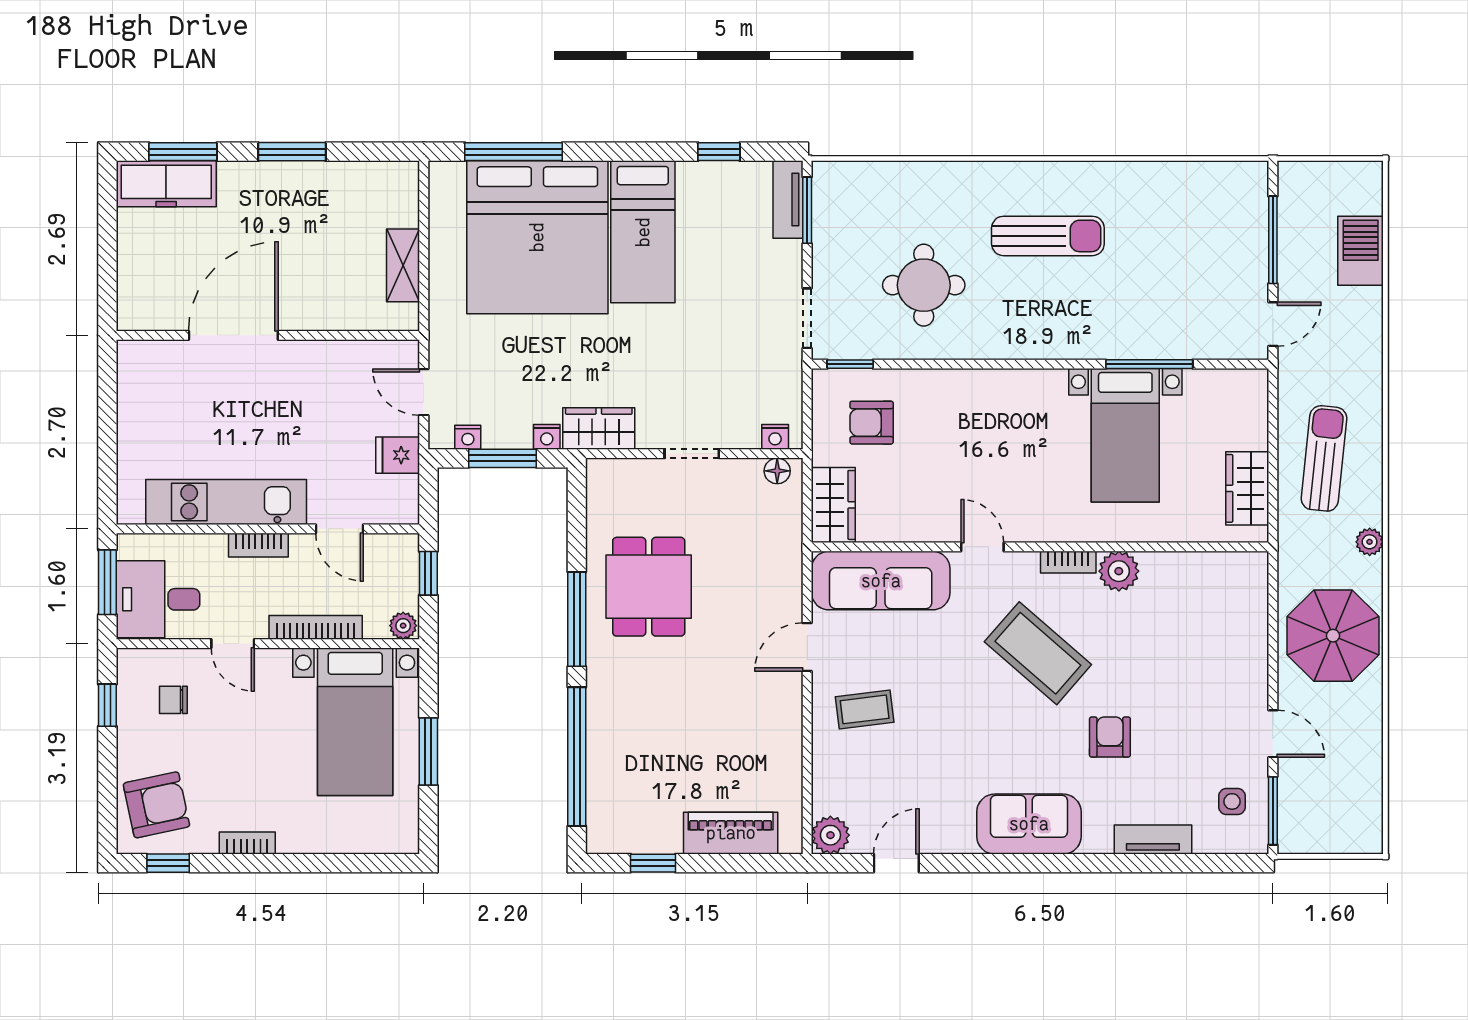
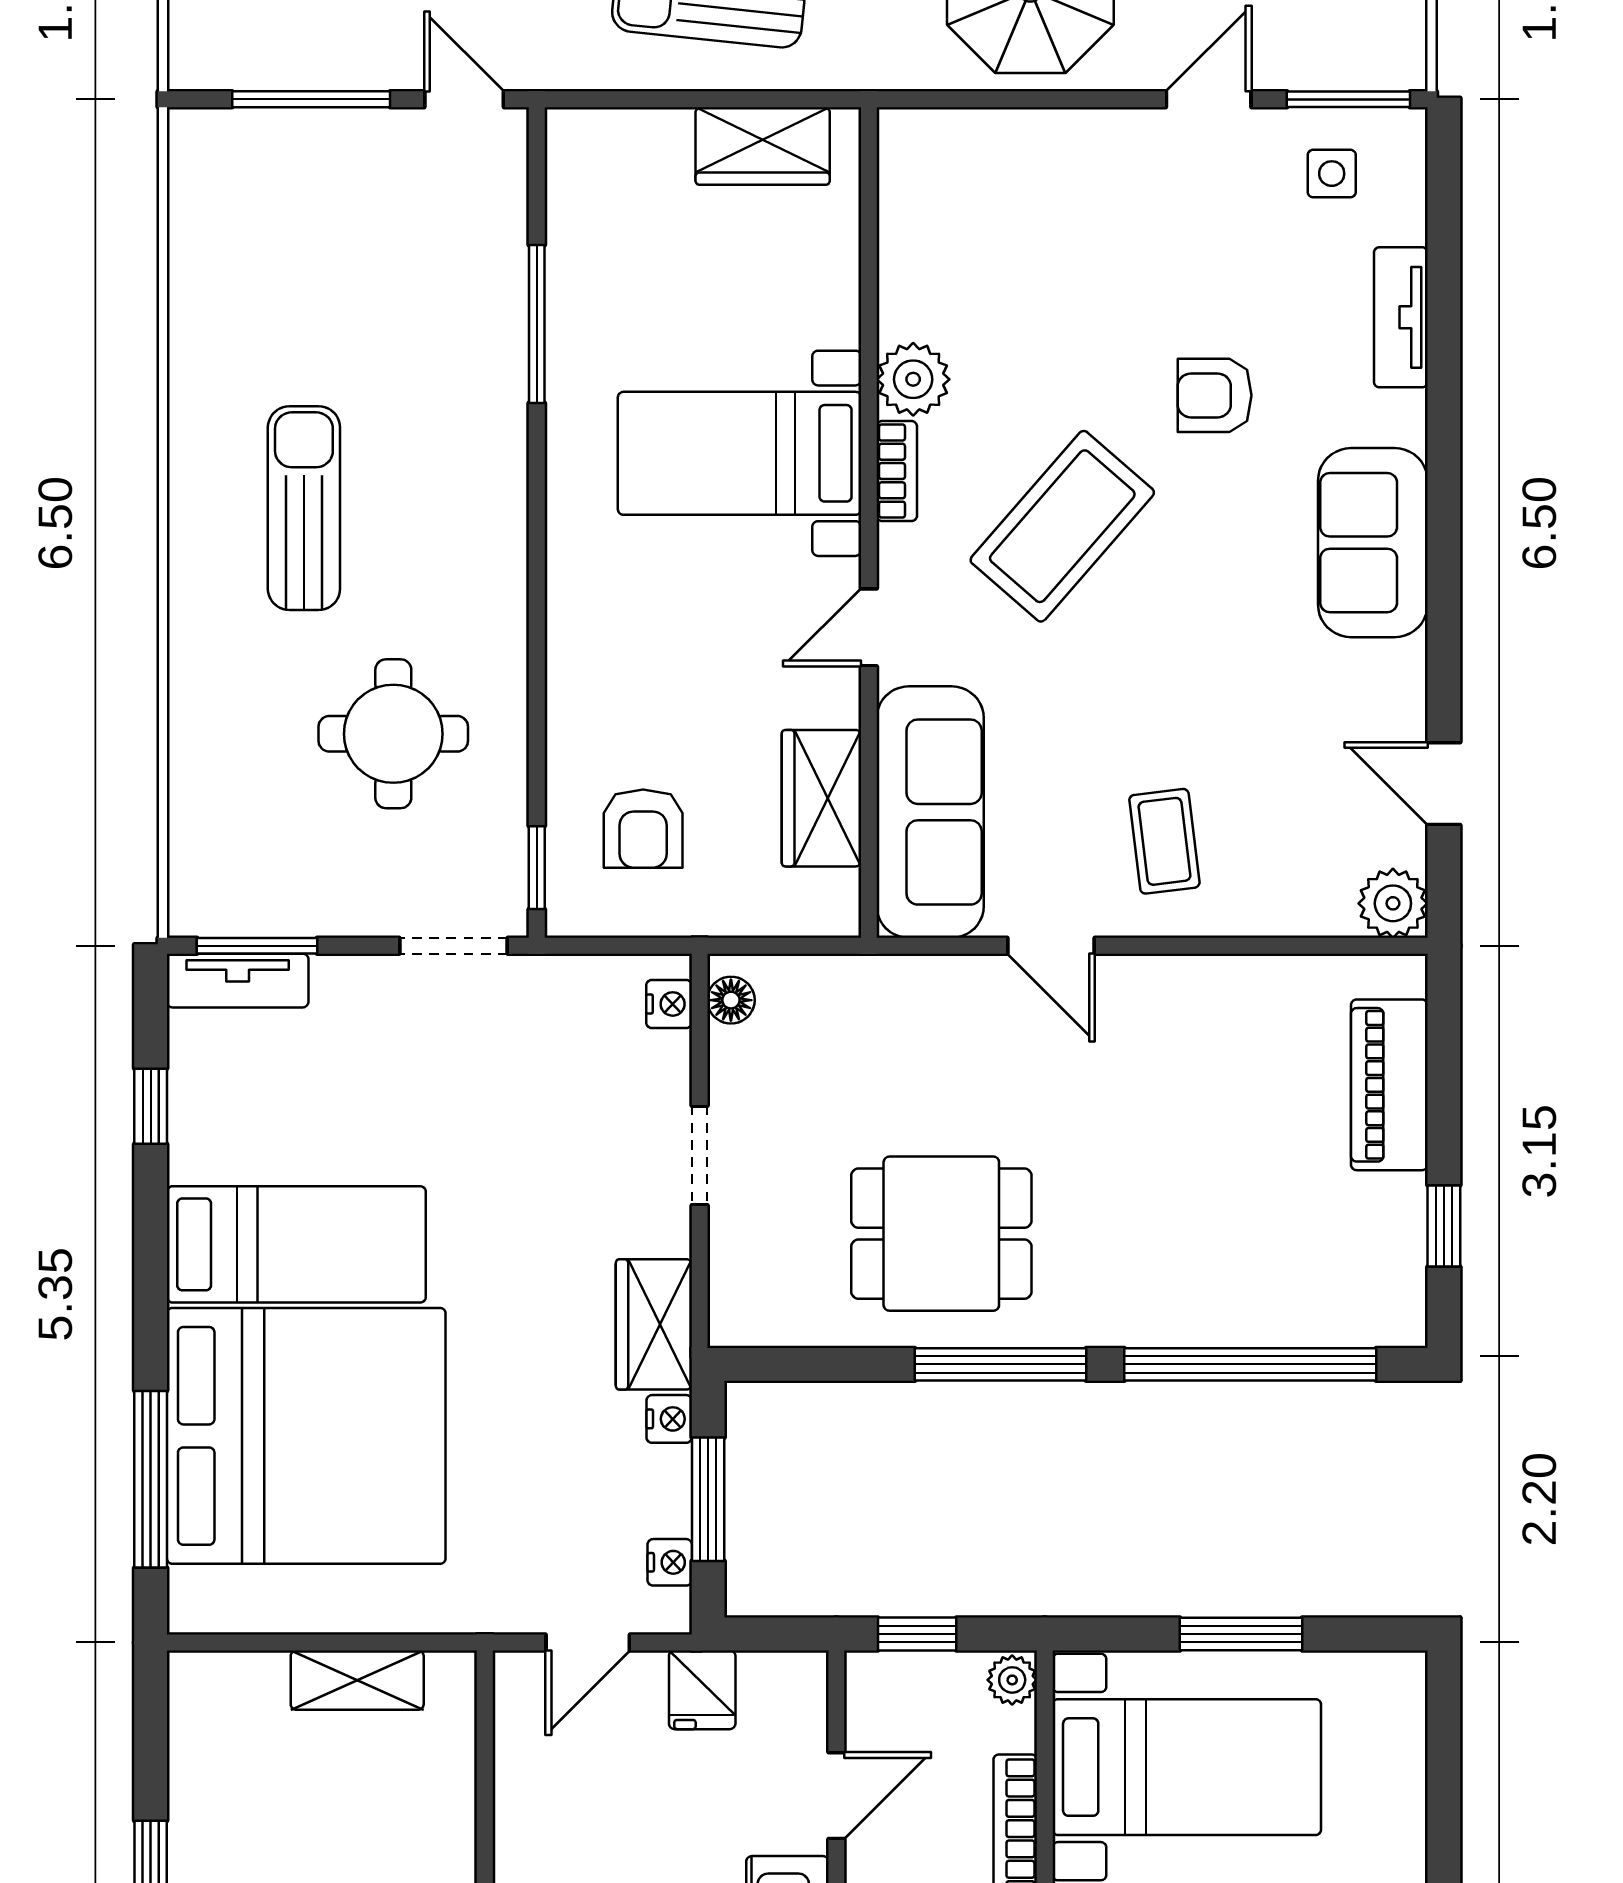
bed with nightstands: (1125, 435) -> (740, 453), moved, turned 180
wardrobe: (833, 505) -> (821, 798), moved, turned -90

